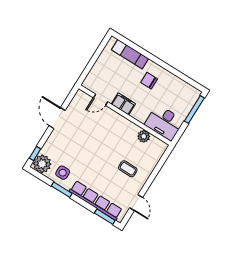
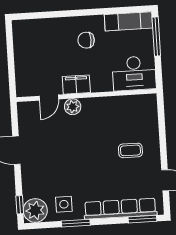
exam couch: (130, 54) -> (128, 21), moved
plant: (144, 136) -> (73, 107), moved

